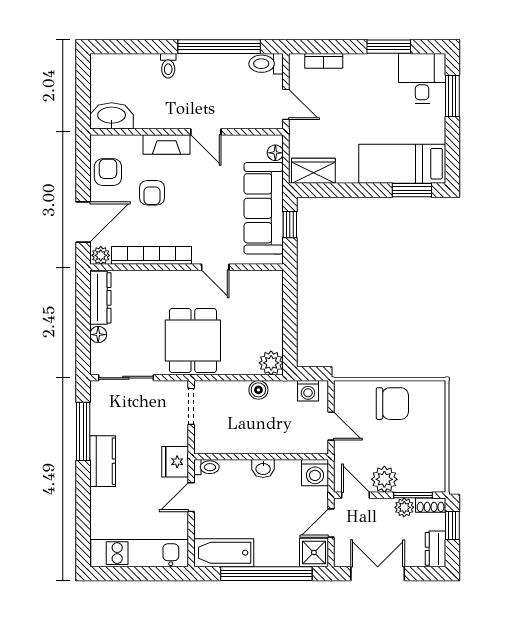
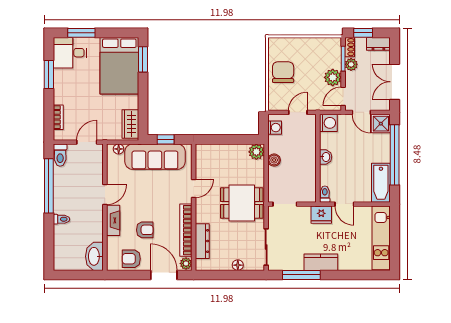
bed: (402, 164) -> (119, 66), width x1.50
dresser: (100, 298) -> (202, 241), moved, turned 90

